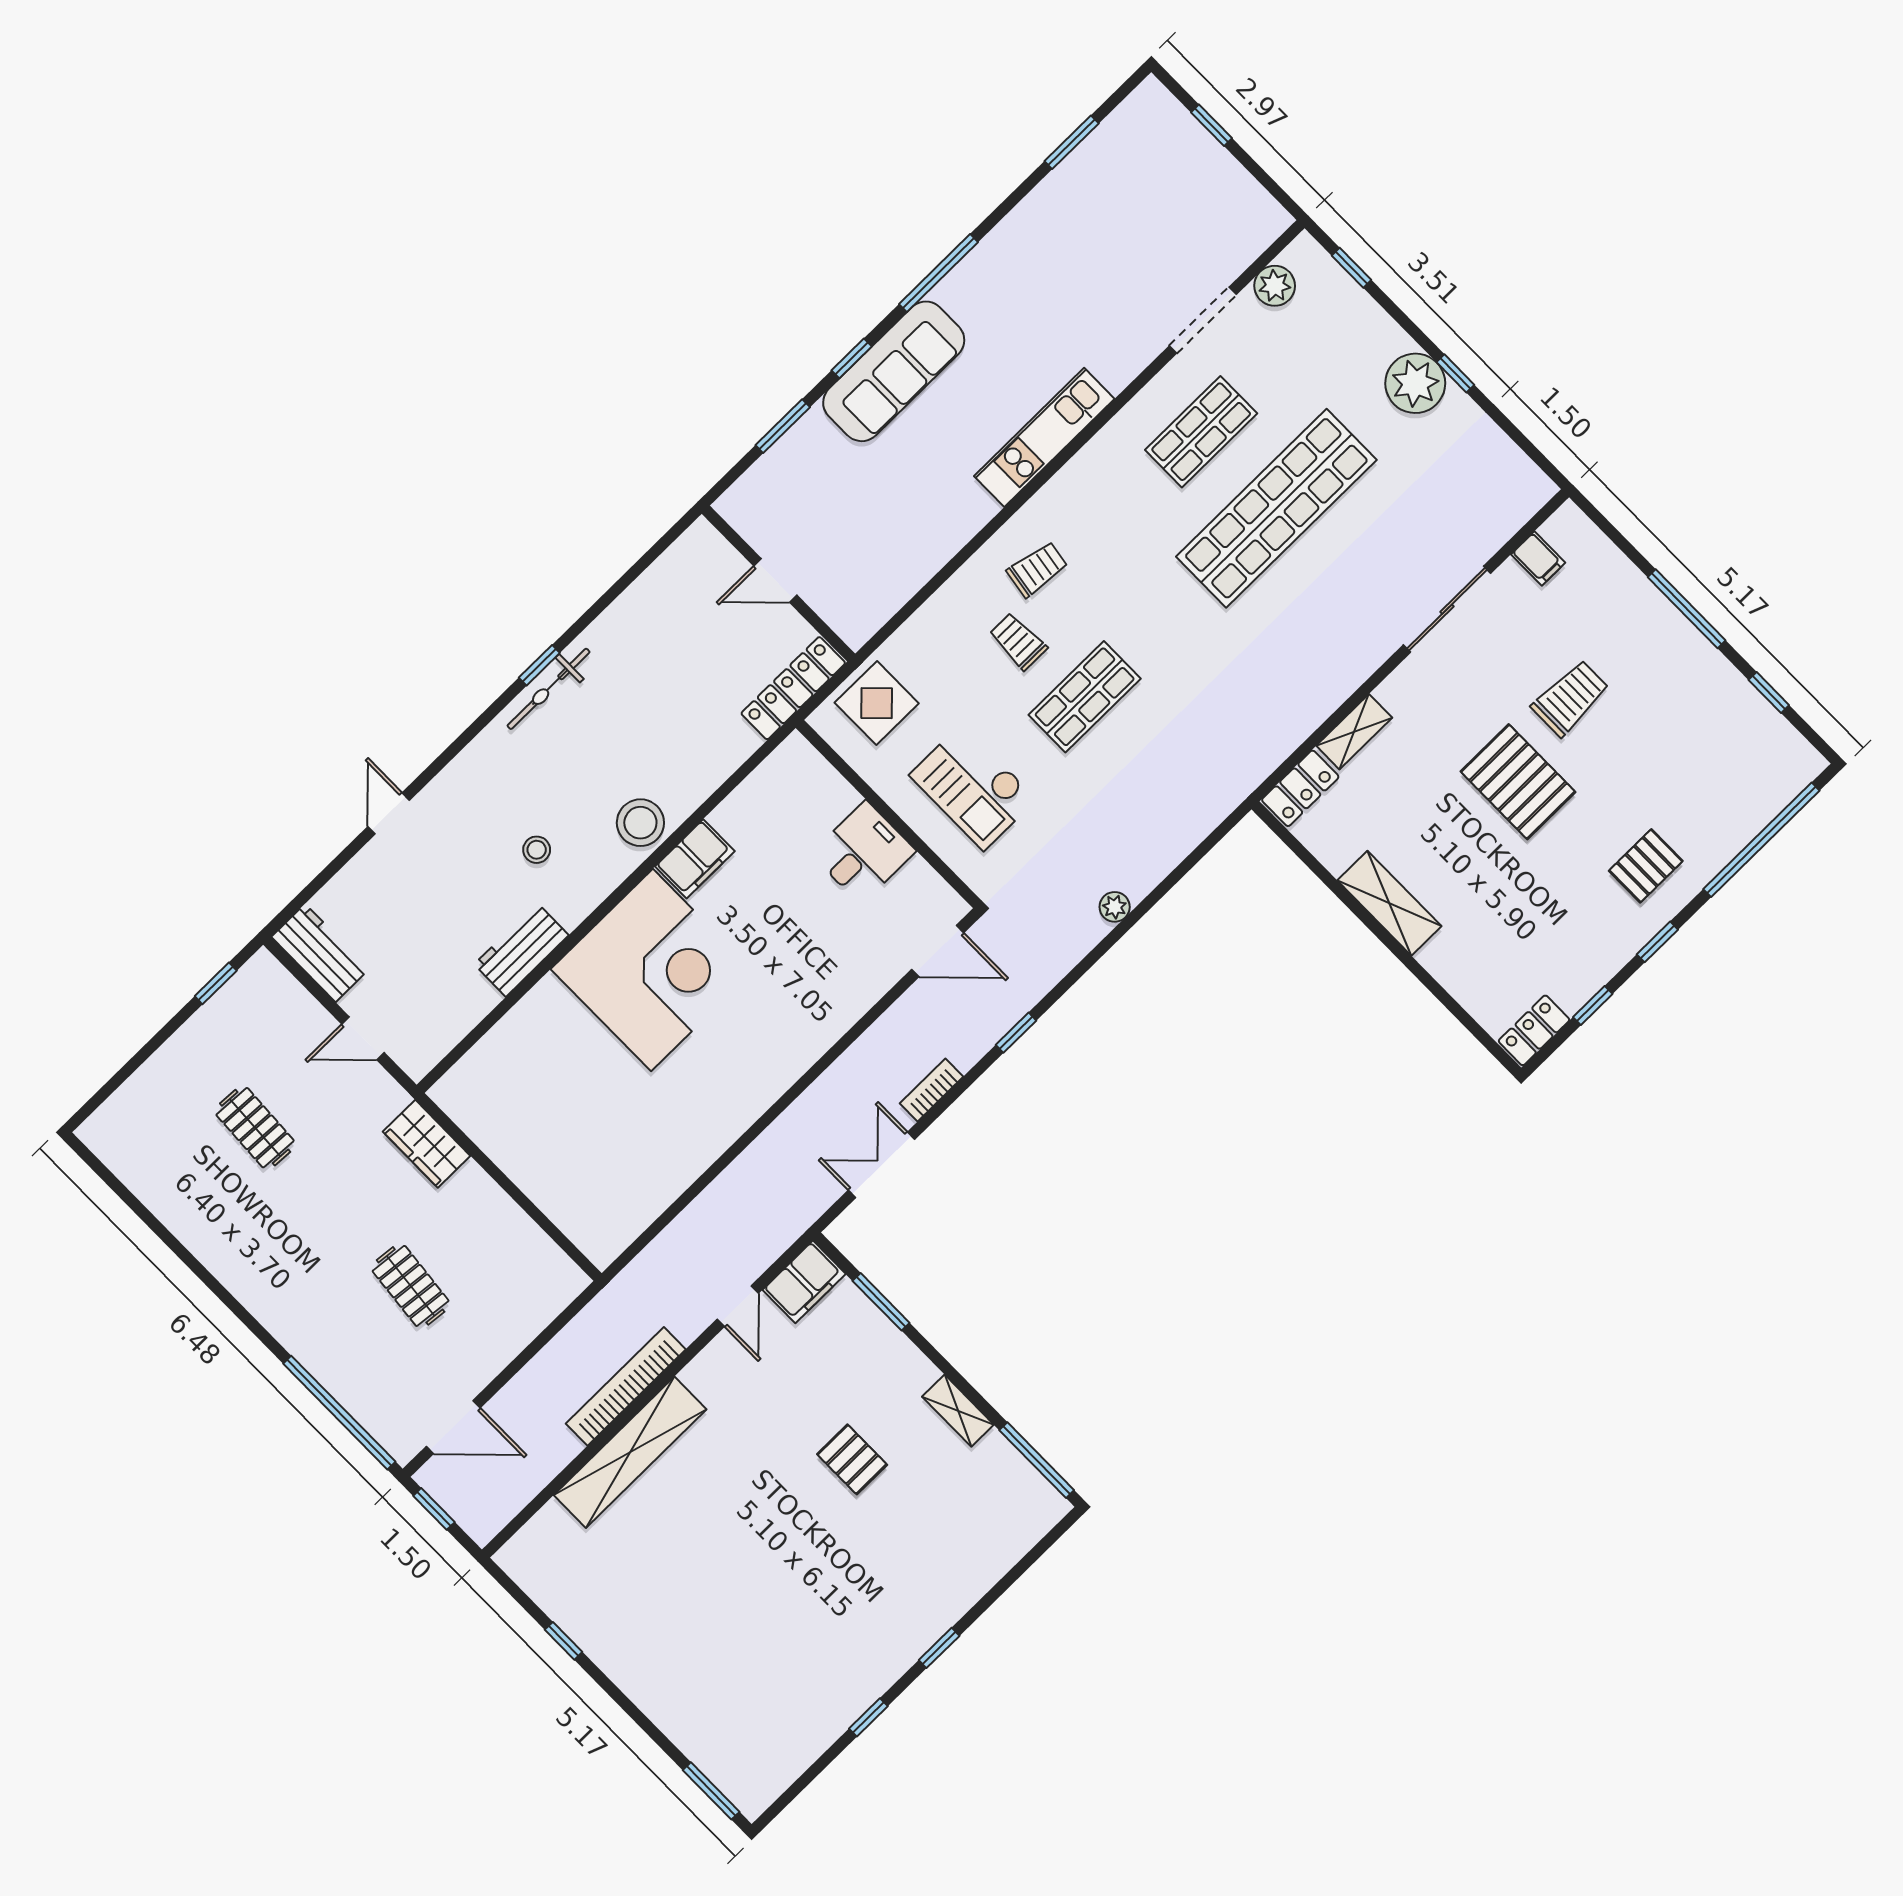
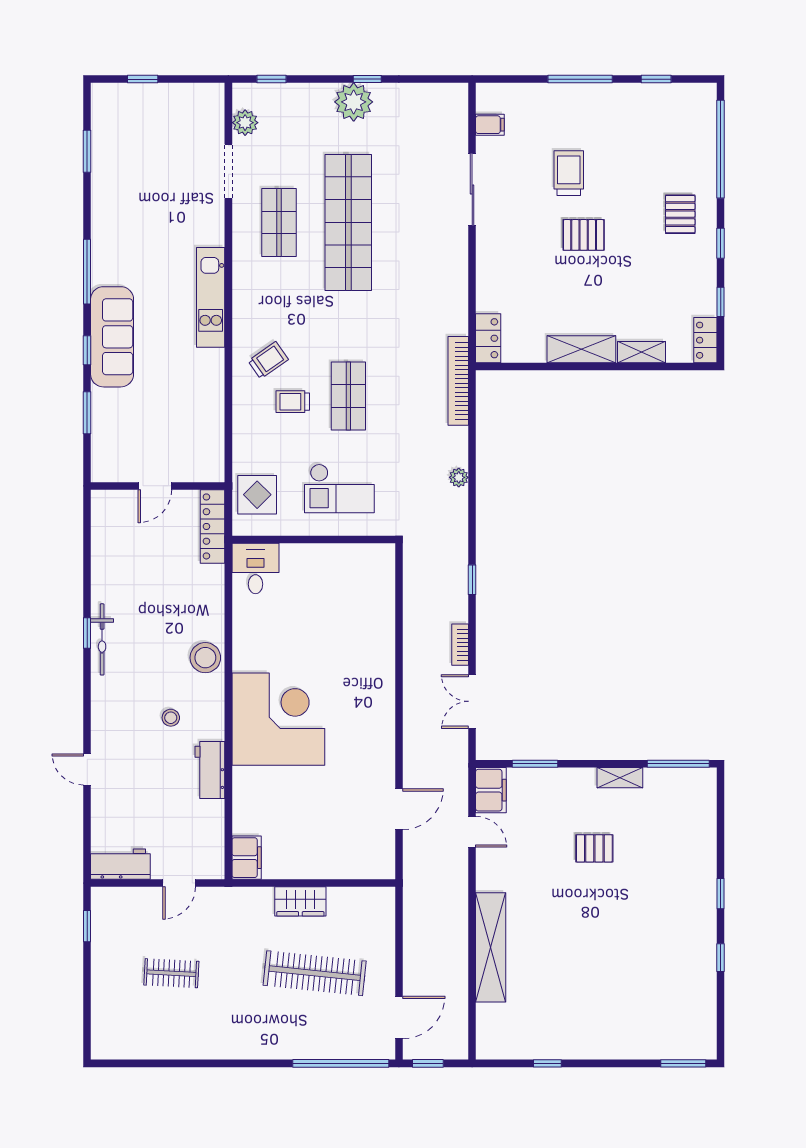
trolley: (1037, 569) -> (268, 360), turned 46
shelving: (1354, 732) -> (642, 352), moved, turned 90
pallet: (1518, 782) -> (584, 235), width x0.67, depth x0.71
desk: (863, 852) -> (256, 568), moved
filing cabinet: (695, 859) -> (247, 858), moved
door: (938, 951) -> (399, 809), moved
wardrobe: (427, 1144) -> (300, 901), moved
clothes rail: (411, 1286) -> (315, 973), width x1.86, depth x1.31
bookcase: (626, 1386) -> (458, 381), moved

